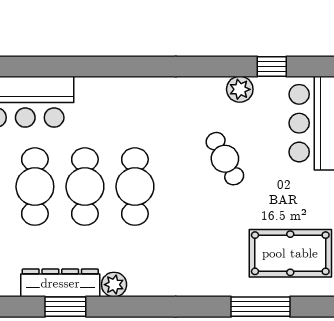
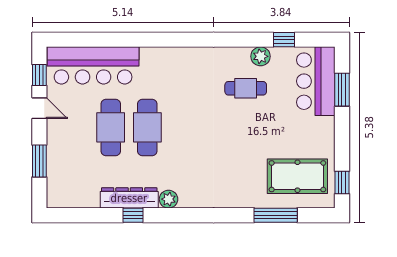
cafe table: (225, 159) -> (246, 88), moved, turned -62
cafe table: (135, 187) -> (184, 127), removed
window: (65, 307) -> (133, 215), width x0.67

